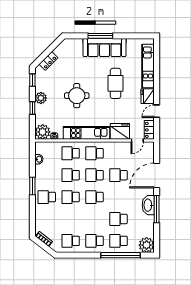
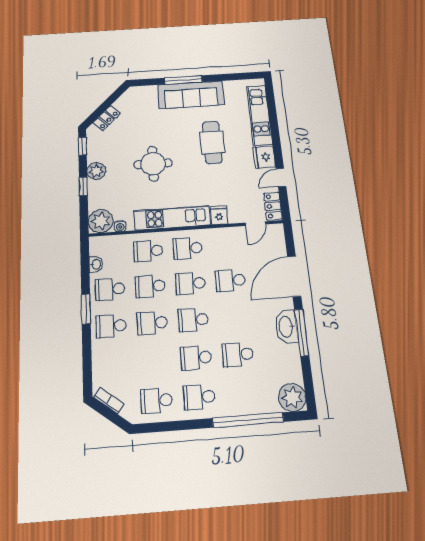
fridge: (120, 131) -> (219, 215), width x0.53, depth x0.75
school desk: (47, 175) -> (110, 289), added
school desk: (118, 241) -> (196, 358), moved

